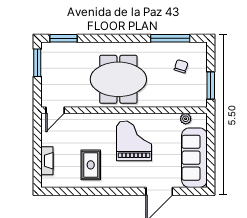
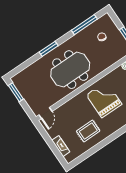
window: (63, 38) -> (49, 49), moved
rug: (91, 165) -> (88, 131), turned 90

